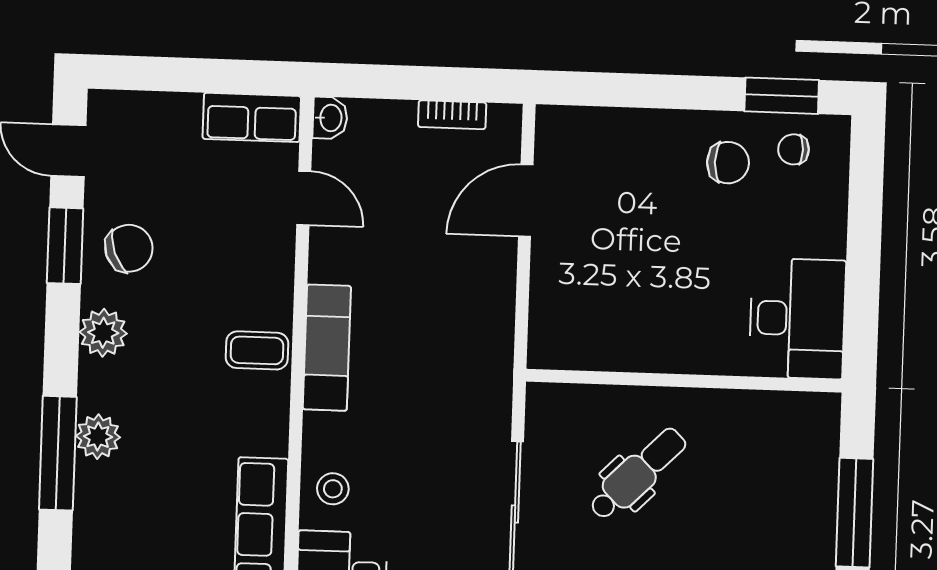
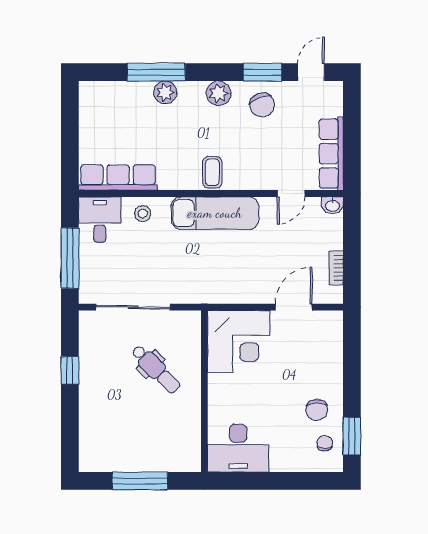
row of seats: (252, 117) -> (331, 154), width x1.48
door: (526, 201) -> (294, 307), hinge flipped
corner desk: (589, 310) -> (239, 341), added
exam couch: (327, 348) -> (215, 213), width x1.36, depth x1.45

